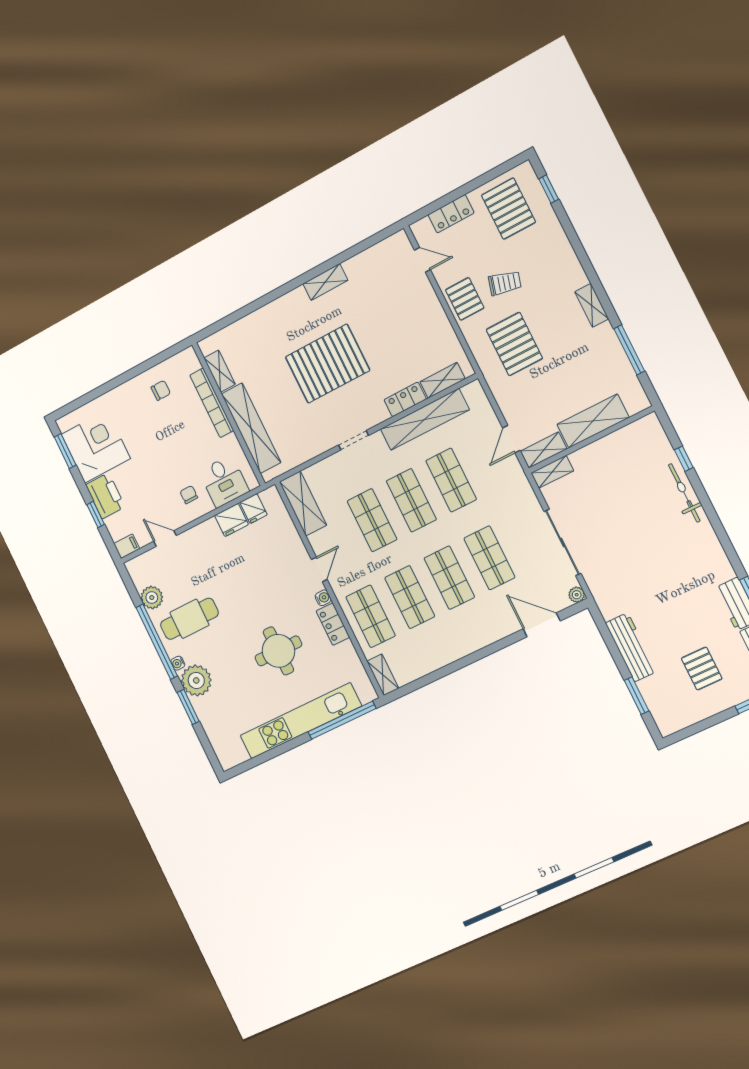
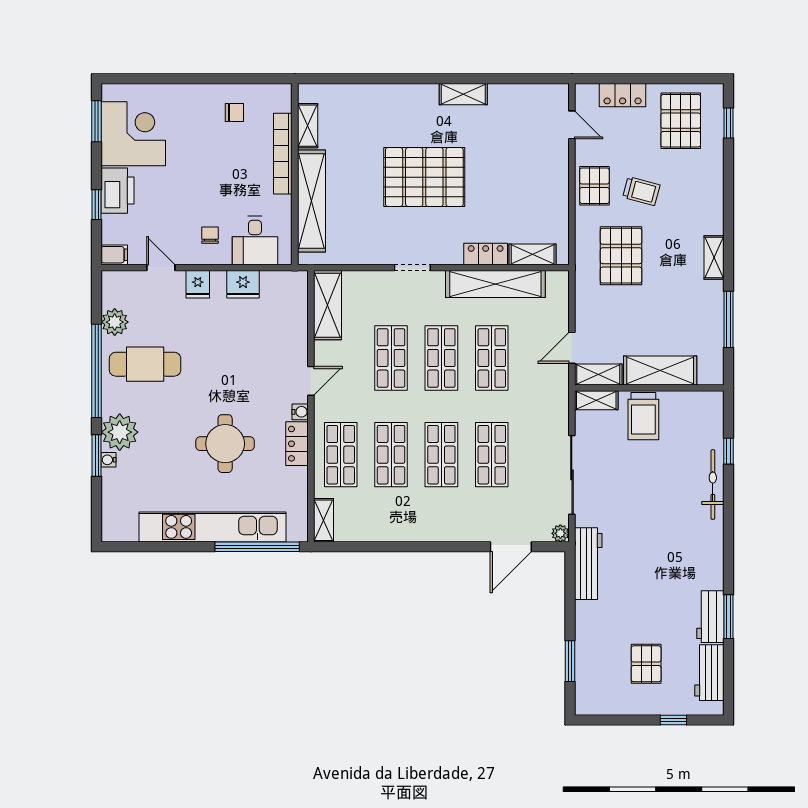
trolley: (598, 465) -> (643, 416), added
fridge: (254, 509) -> (198, 284), moved
door: (542, 625) -> (511, 547), swing flipped
workbench: (631, 647) -> (588, 564), moved
water cooler: (178, 663) -> (109, 460), moved

